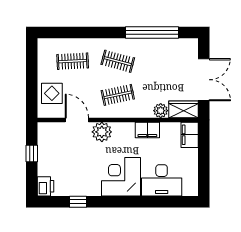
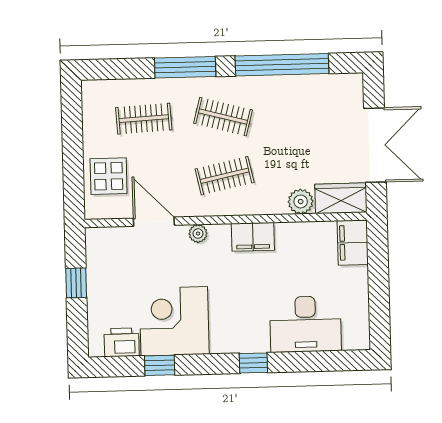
window: (97, 33) -> (185, 67), added
filing cabinet: (147, 130) -> (253, 237), moved
plant: (102, 132) -> (198, 234), width x0.53, depth x0.53
corner desk: (121, 177) -> (174, 321), moved
printer: (45, 186) -> (122, 342), moved, turned -90
window: (131, 202) -> (253, 363), added

